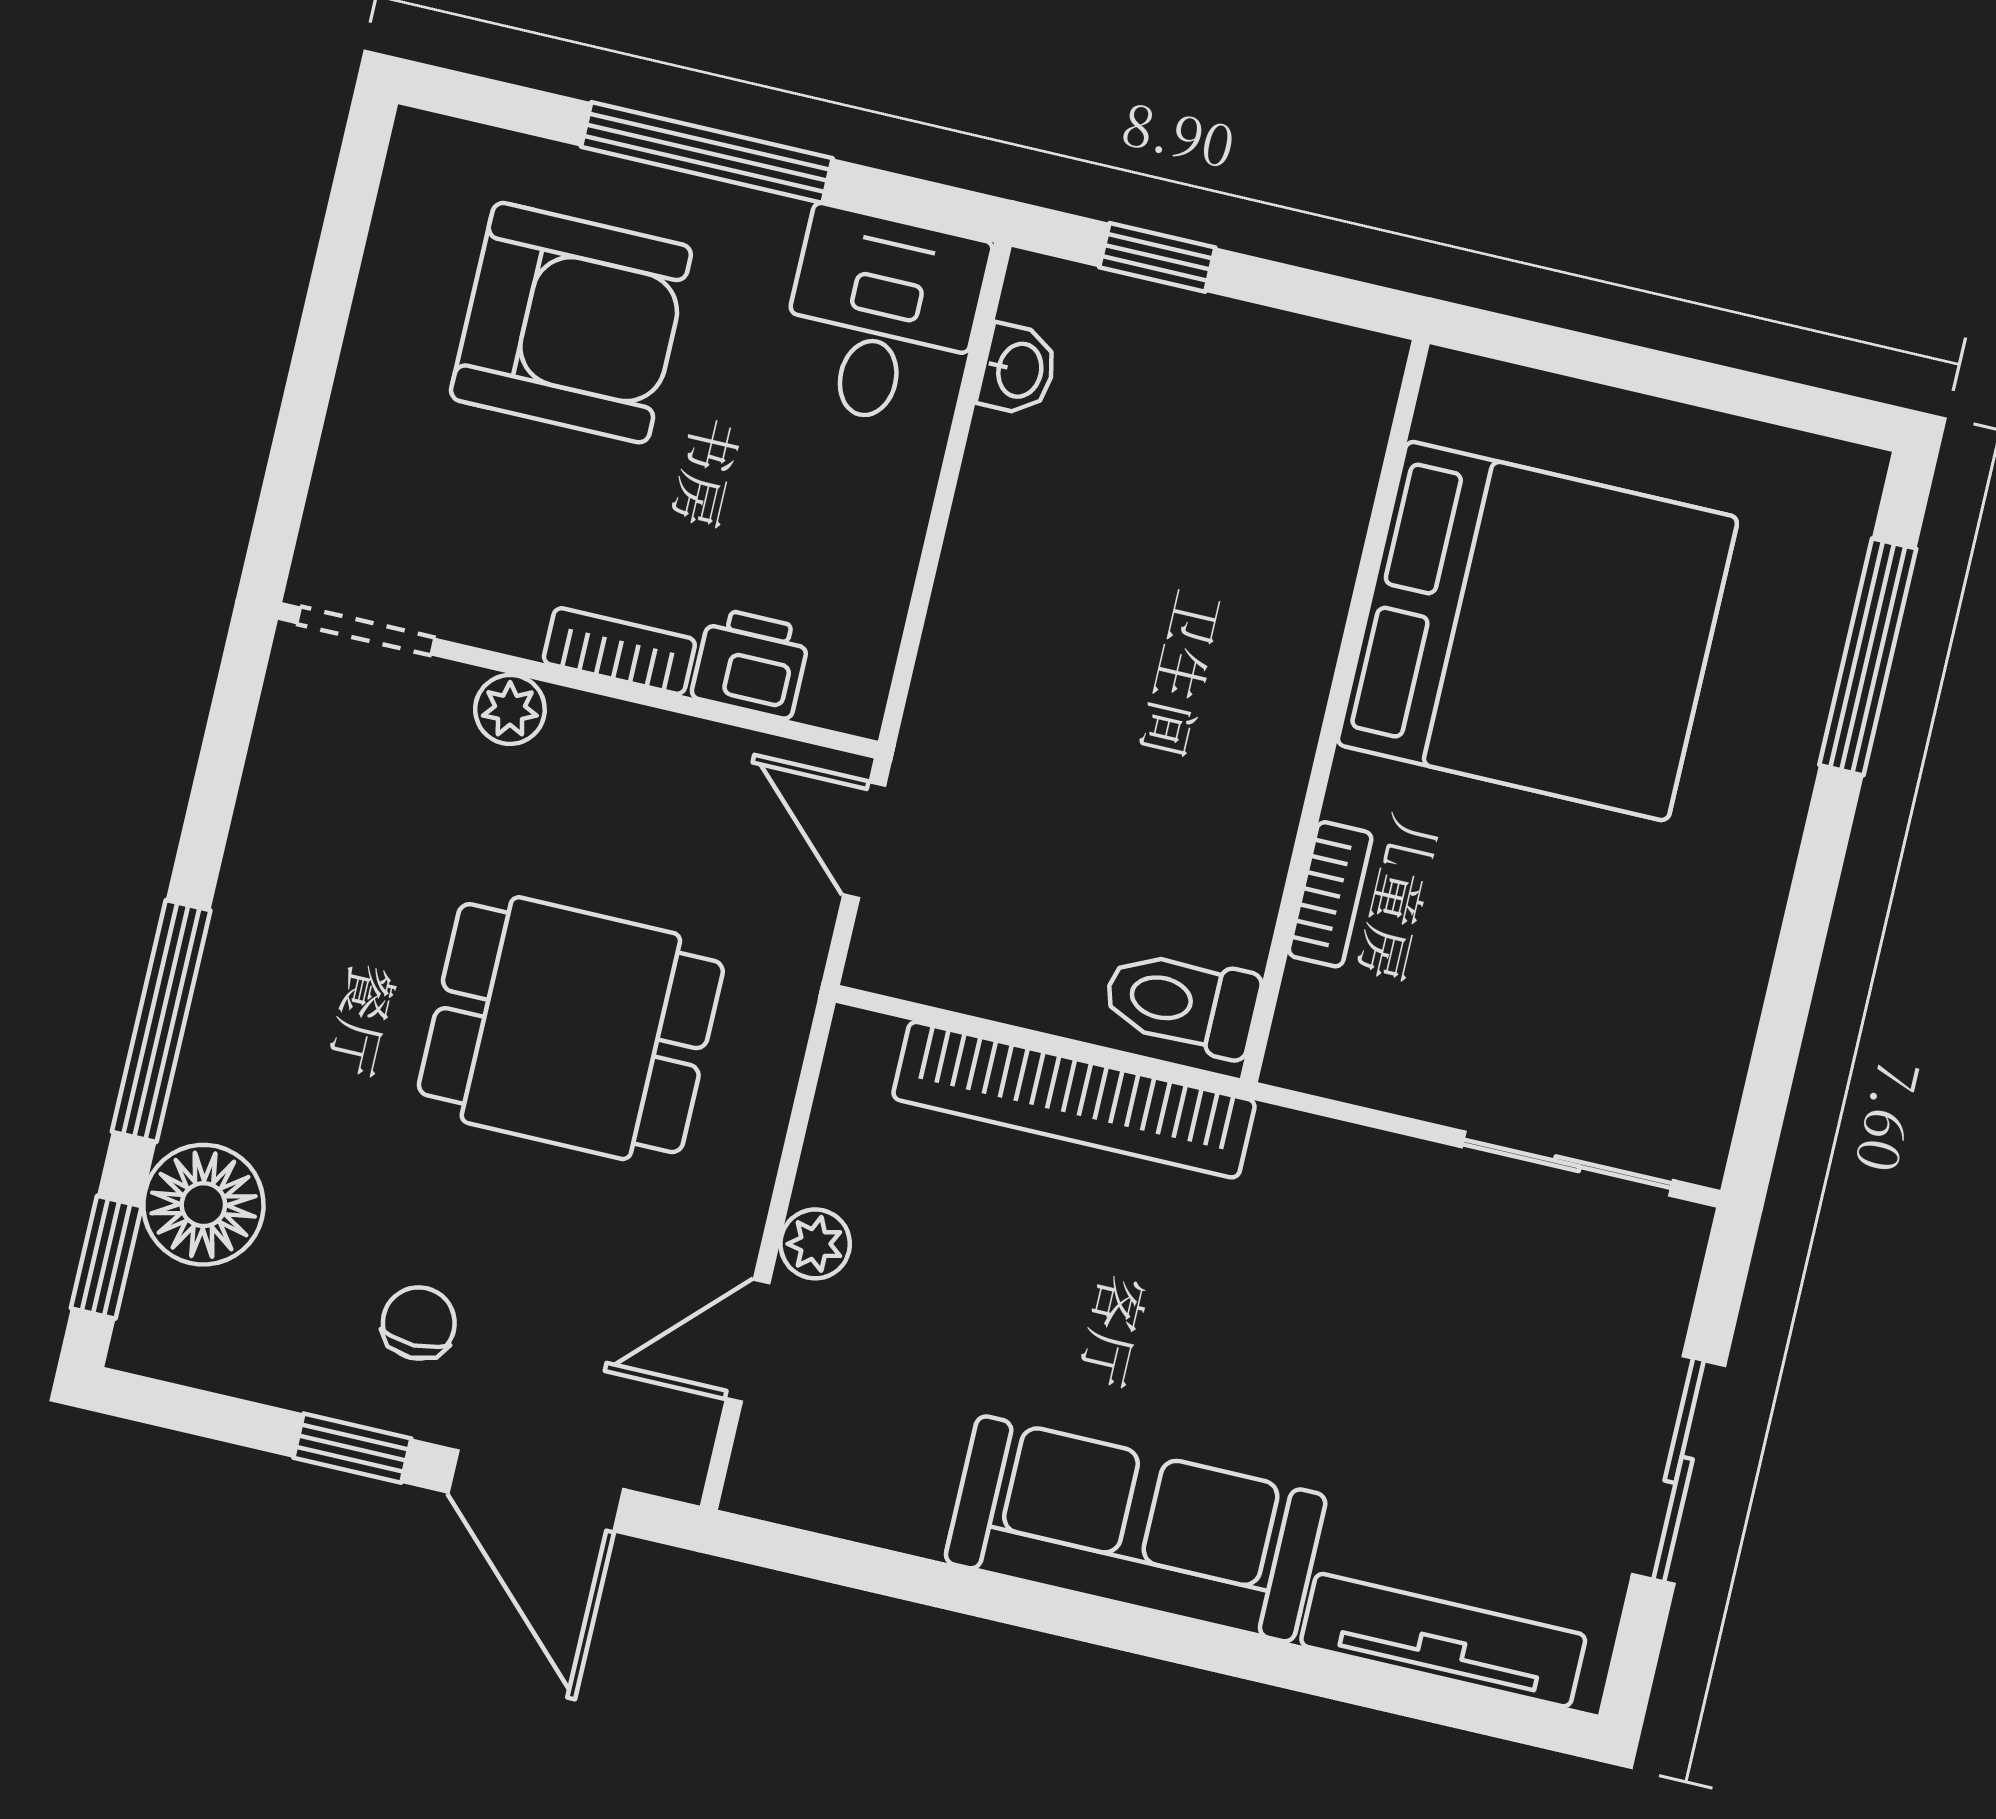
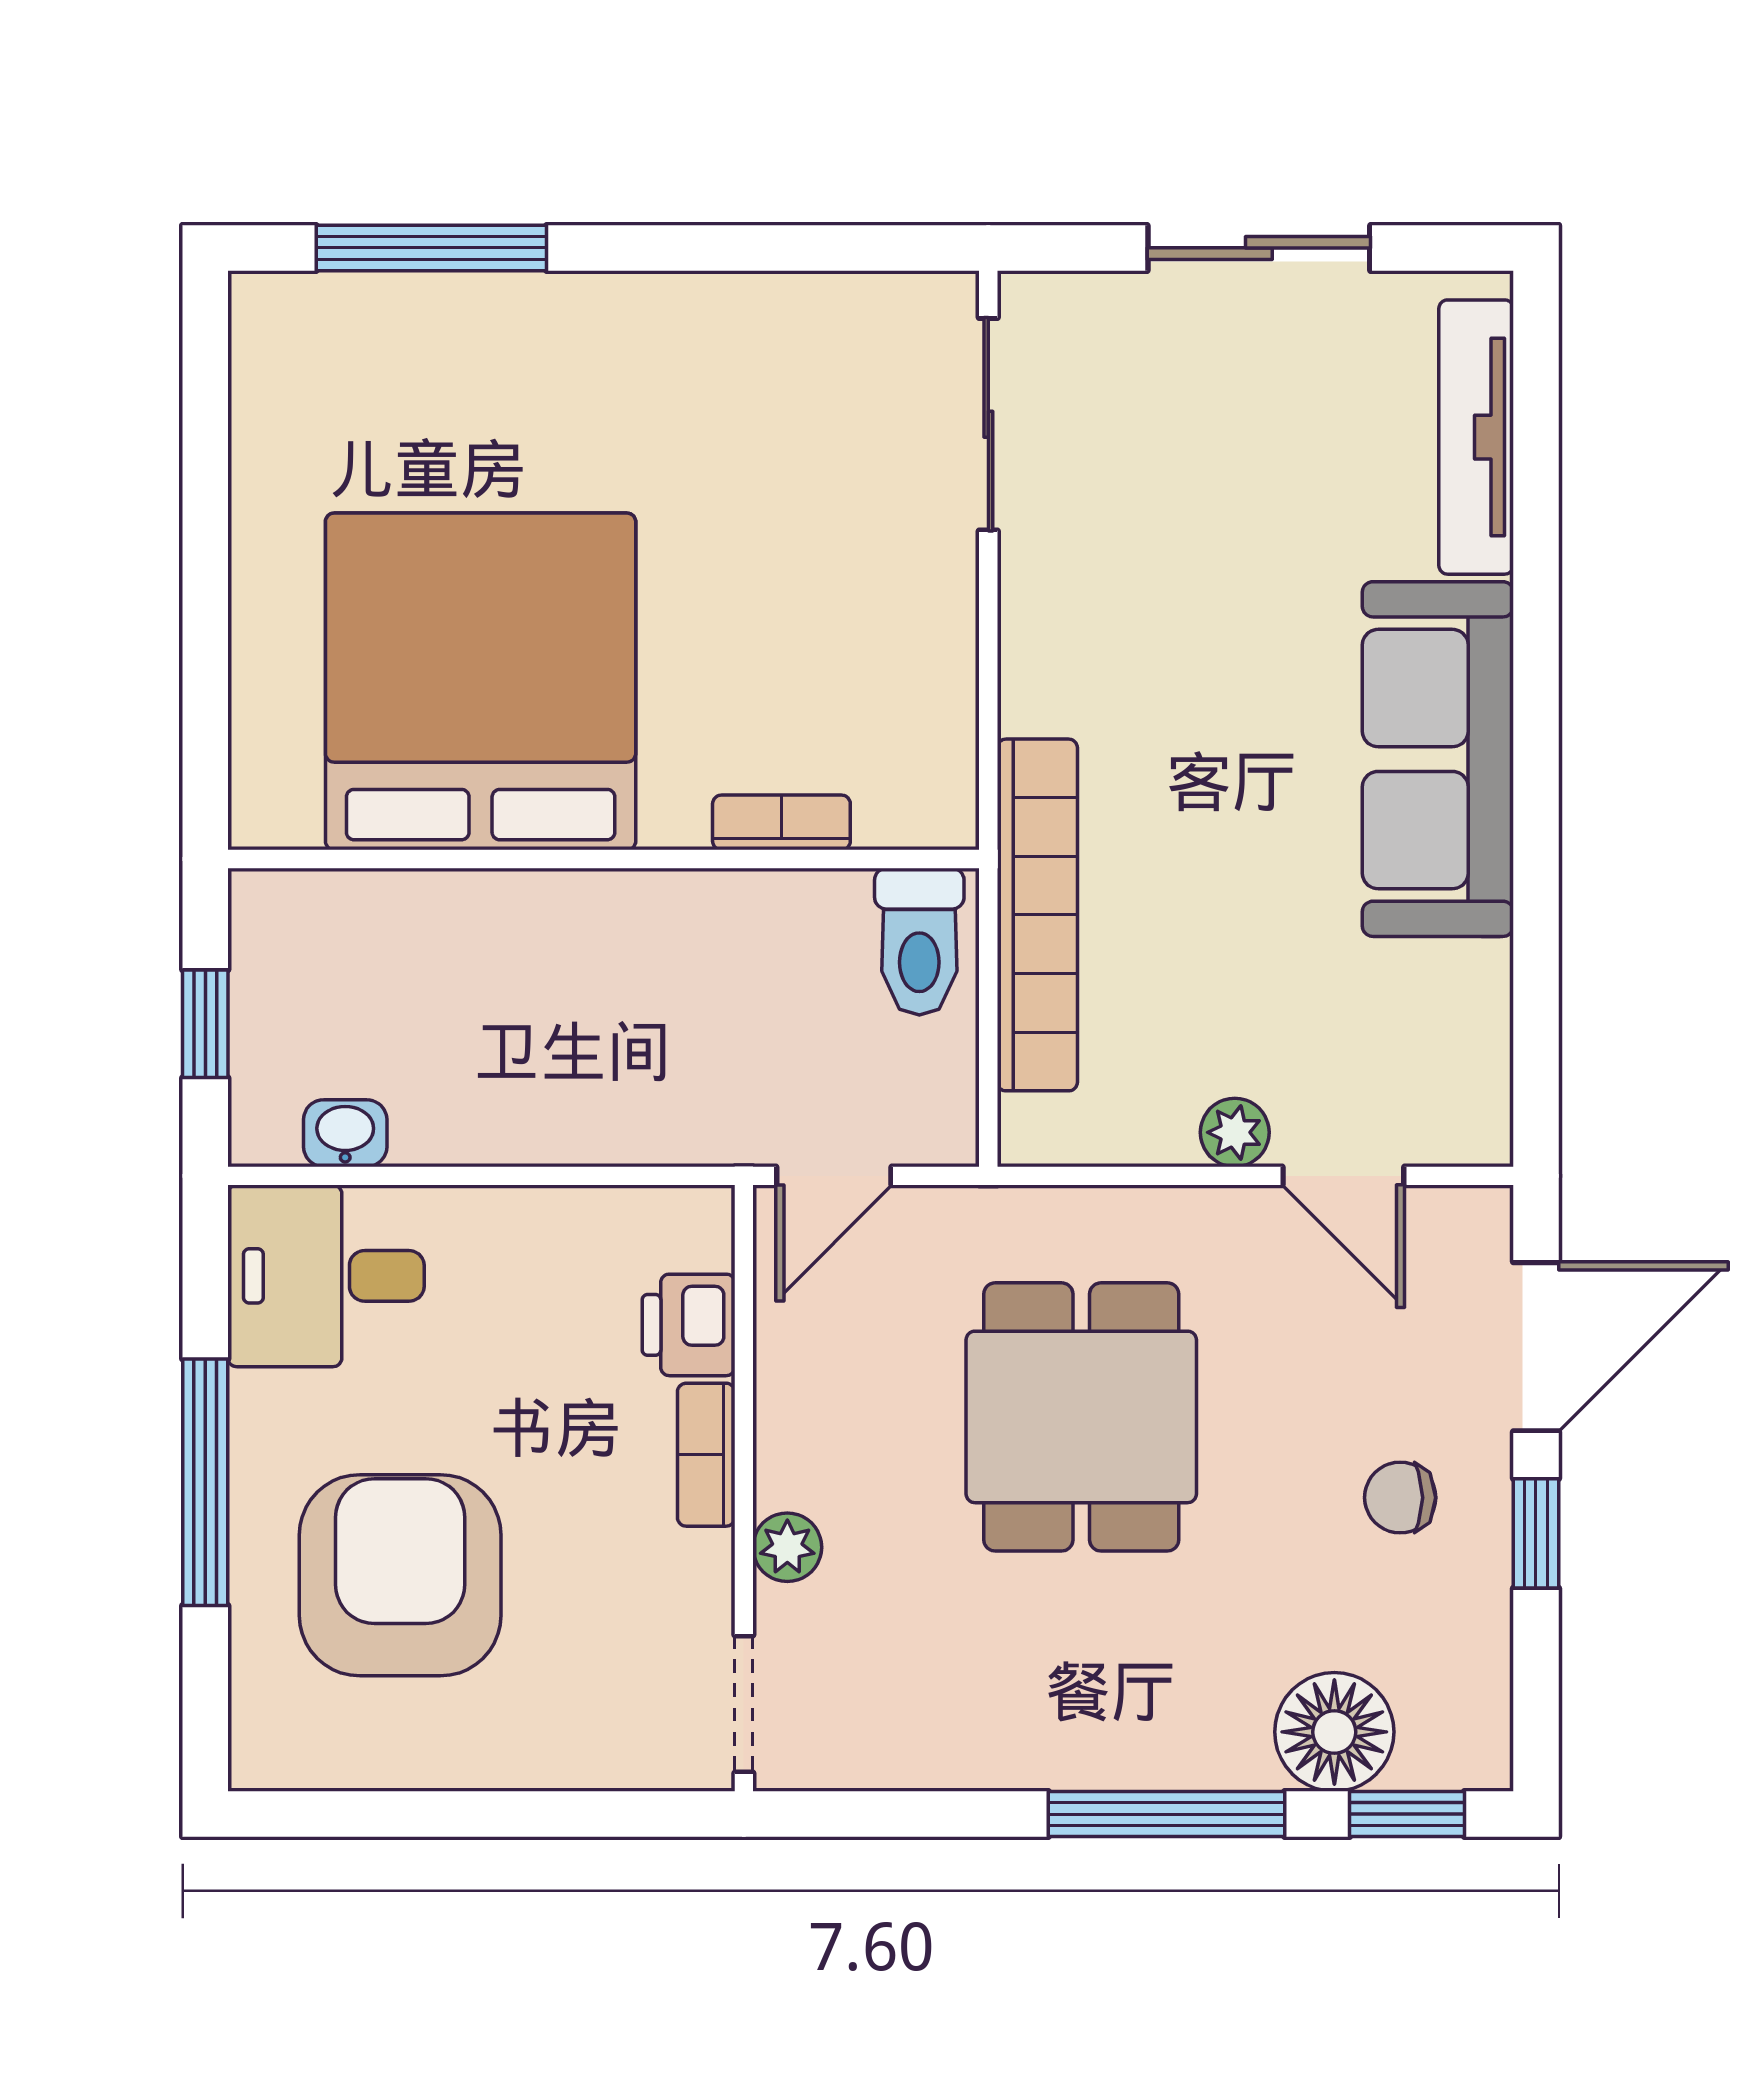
bed: (1537, 631) -> (481, 681), moved
wall: (1335, 711) -> (604, 859), moved
bookcase: (1330, 894) -> (781, 822), moved
toilet: (1182, 1002) -> (919, 942), moved

